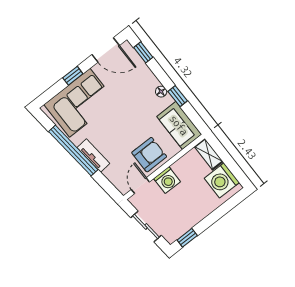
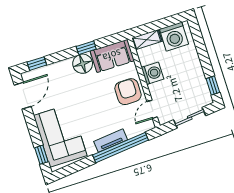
window: (73, 76) -> (41, 155), moved
floor lamp: (161, 92) -> (83, 64), width x1.89, depth x1.89
window: (73, 151) -> (121, 148), moved
washing machine: (167, 180) -> (152, 73), moved
door: (140, 186) -> (152, 109), hinge flipped

